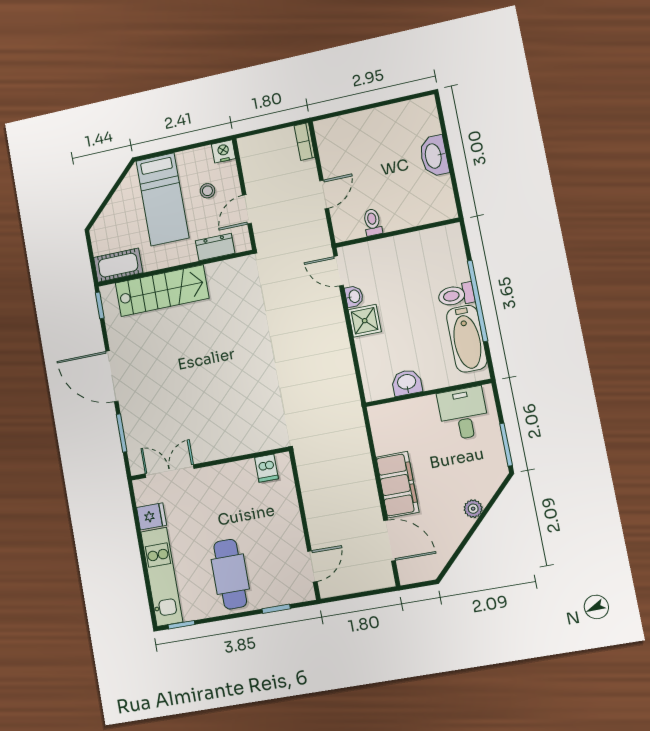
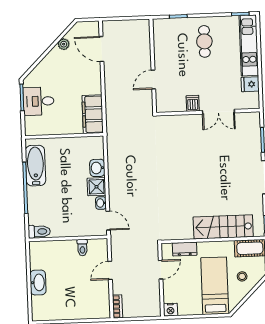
stool: (207, 191) -> (242, 276), moved
toilet: (456, 295) -> (39, 232), moved
washbasin: (407, 383) -> (97, 168), moved, turned 90
desk: (463, 413) -> (39, 101), moved, turned 90
dishwasher: (266, 468) -> (193, 103), moved
double door: (170, 471) -> (218, 112), moved
filing cabinet: (398, 485) -> (93, 114), moved
plant: (473, 509) -> (64, 44), moved
door: (312, 566) -> (153, 80), moved
cafe table: (230, 574) -> (204, 41), width x0.73, depth x0.74

